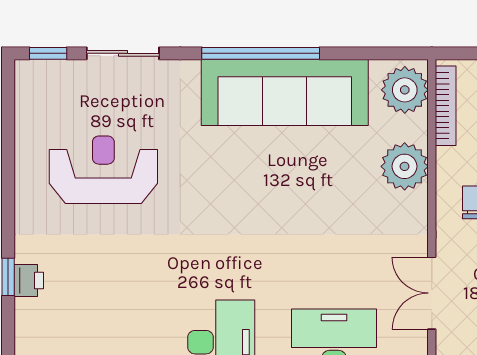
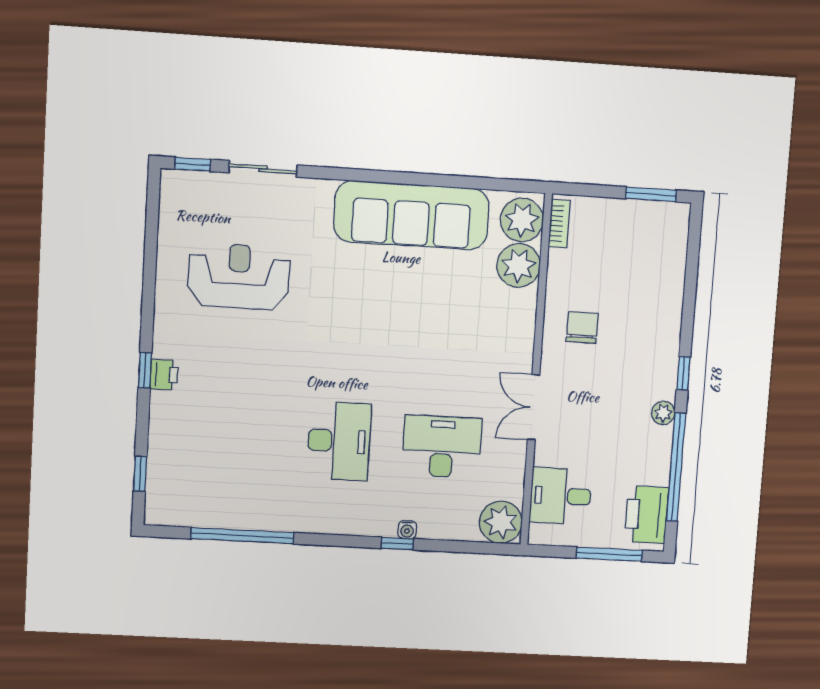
window: (261, 53) -> (391, 177), removed
bookcase: (446, 106) -> (559, 224), width x0.64
plant: (405, 166) -> (518, 266), moved

